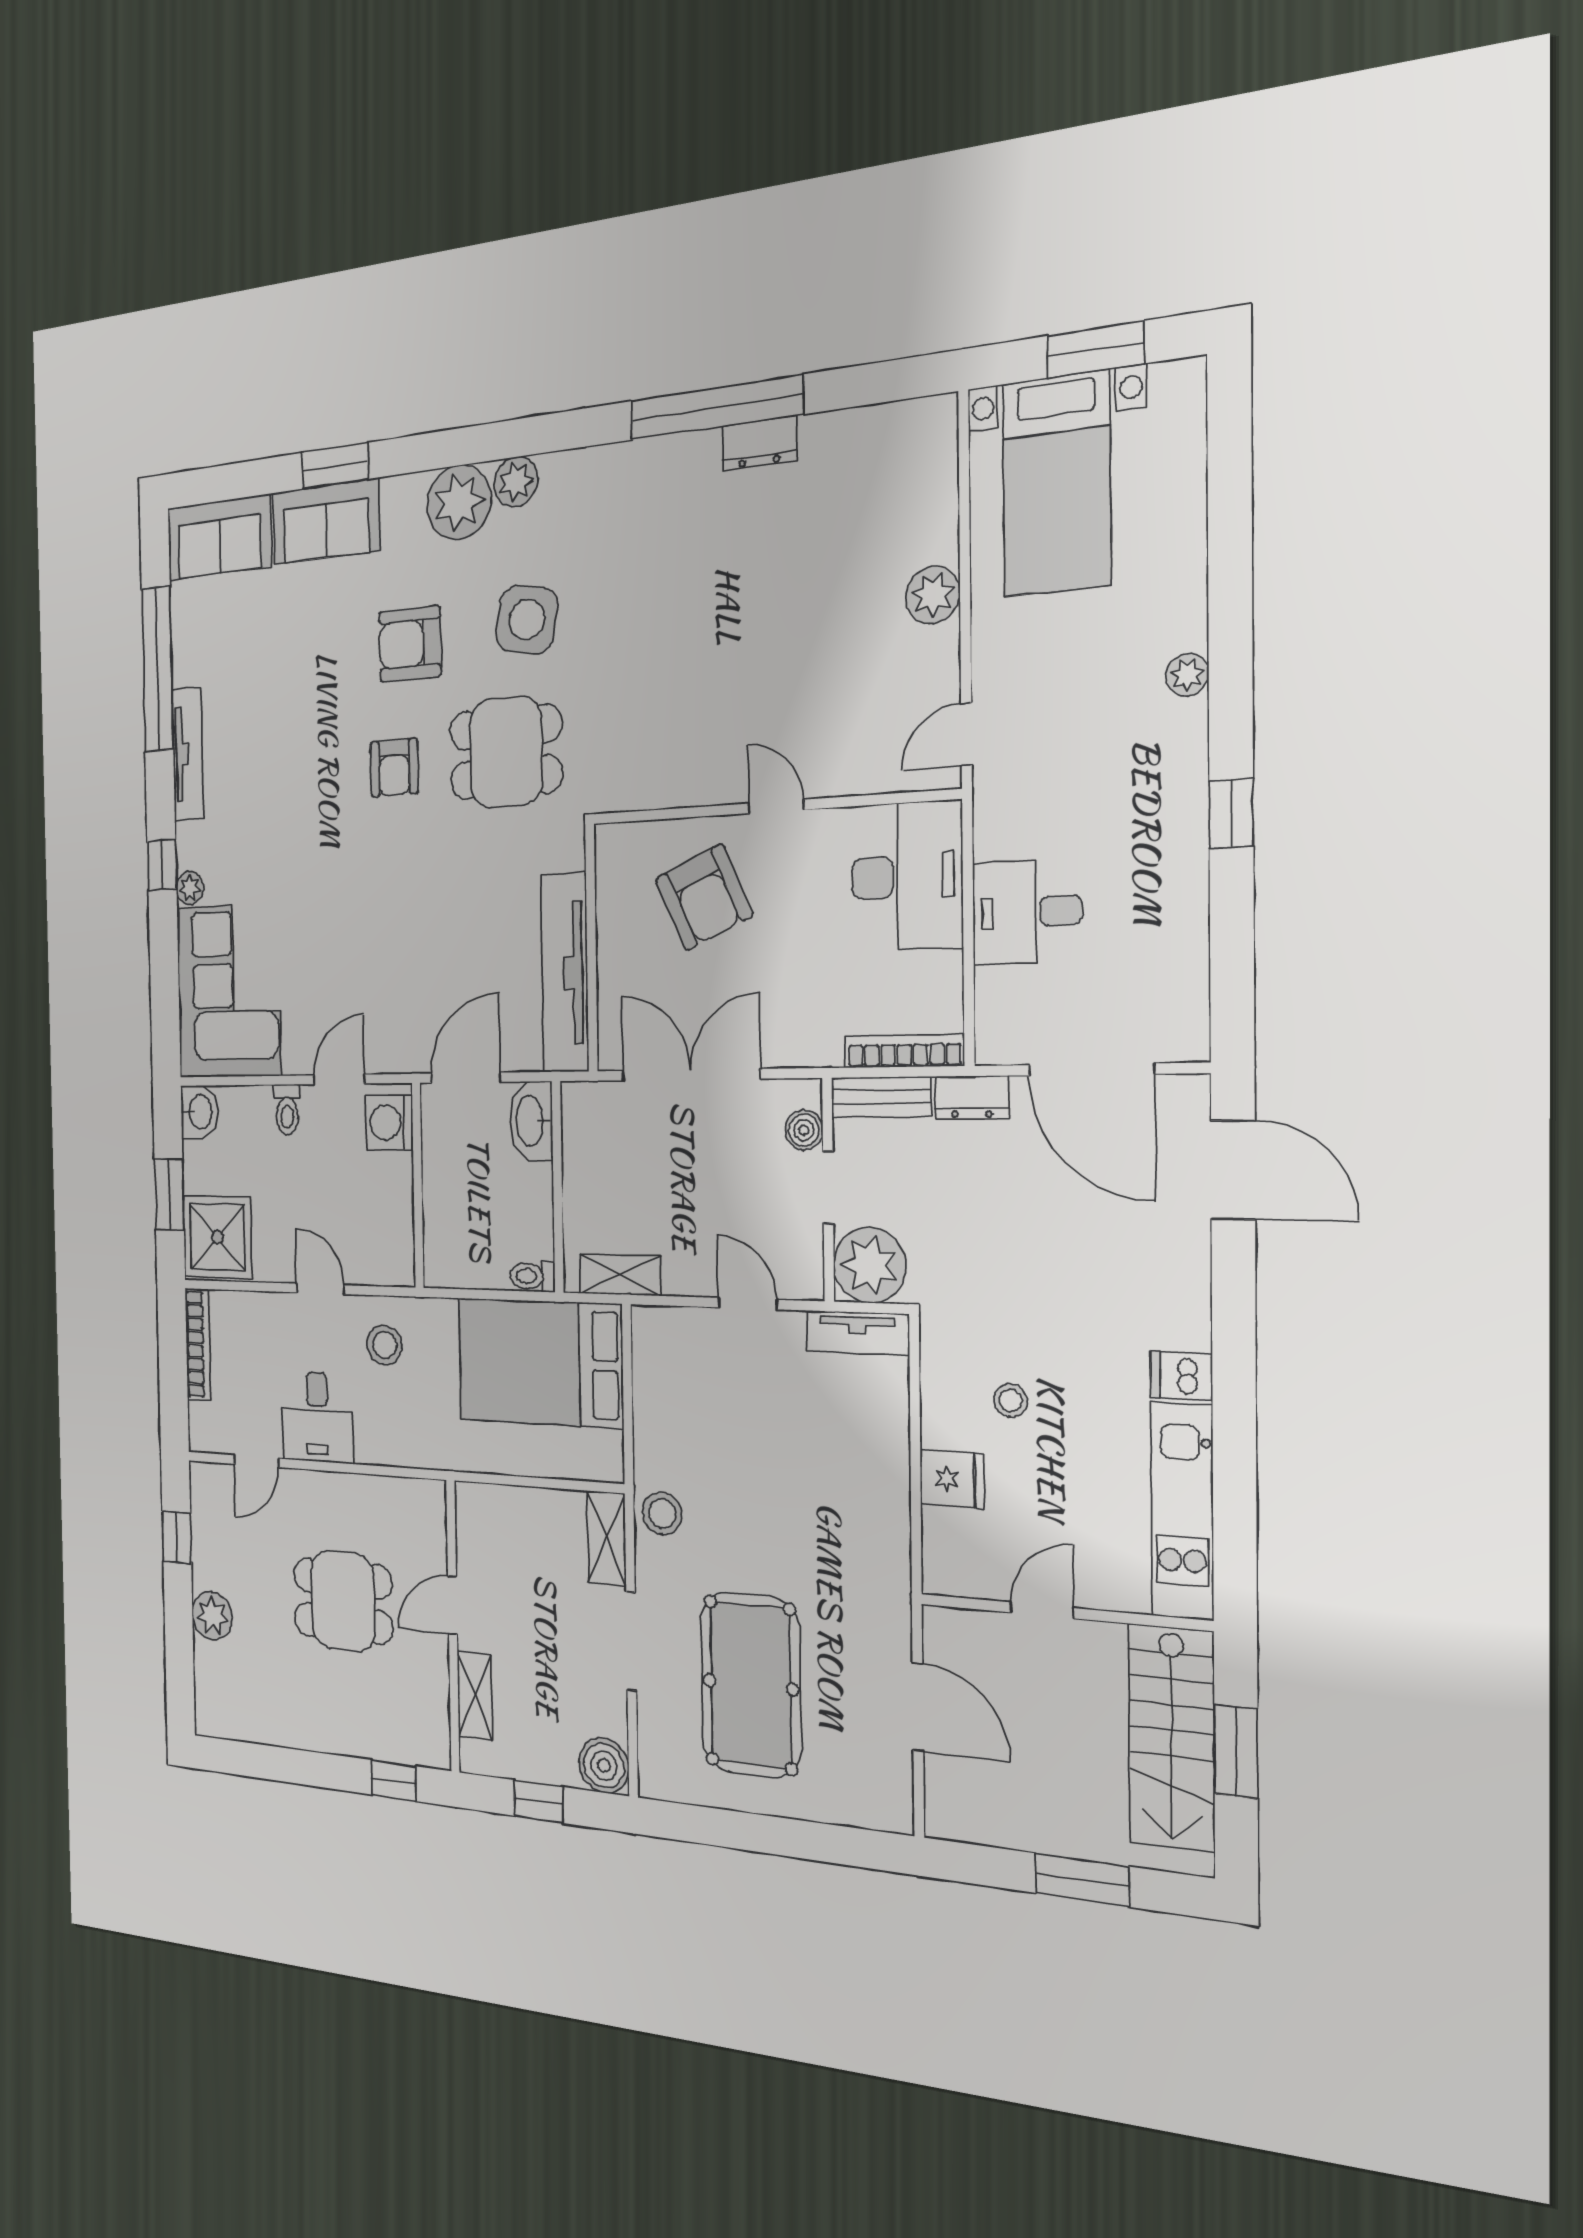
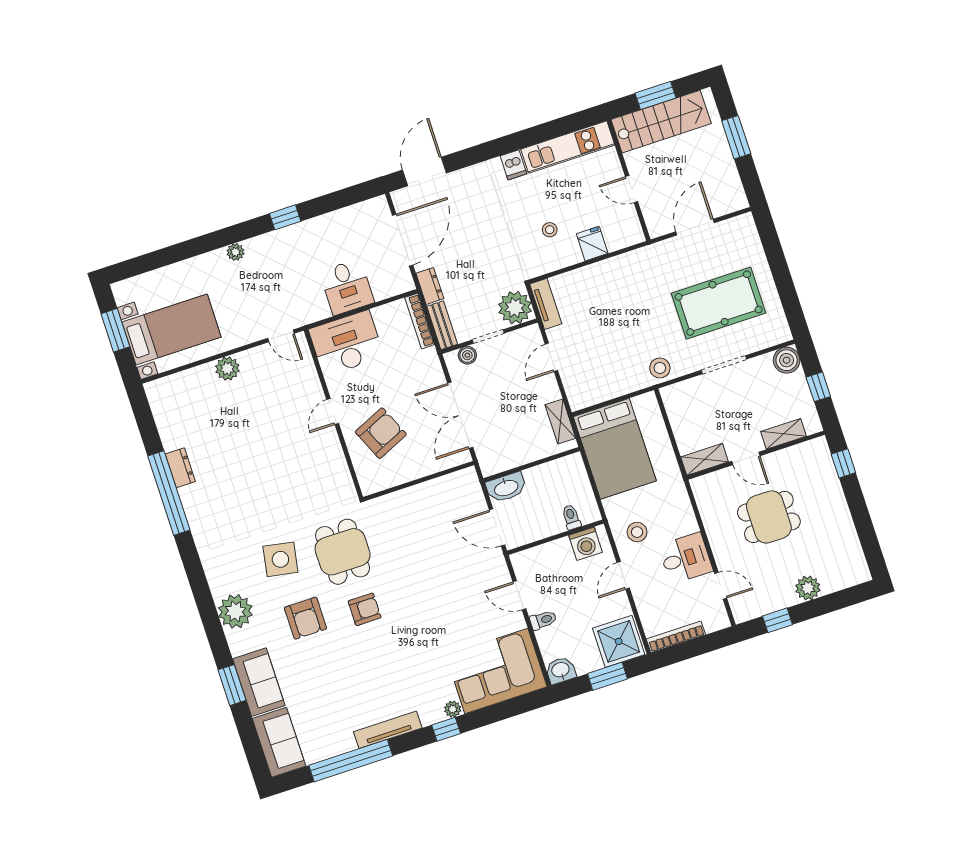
plant: (516, 482) -> (220, 584), removed
tv unit: (565, 973) -> (434, 491), removed
washing machine: (389, 1123) -> (586, 544), moved
toilet: (533, 1276) -> (571, 517), moved, turned 180
shelving: (606, 1538) -> (705, 459), moved
dining table: (343, 1601) -> (769, 517), turned 90

